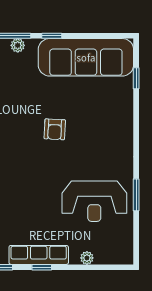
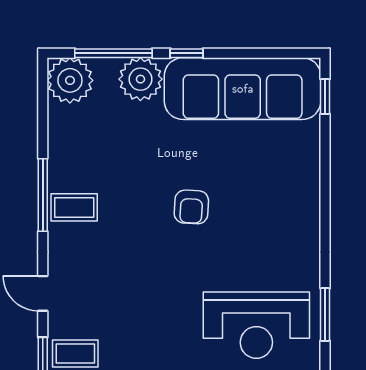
plant: (18, 45) -> (140, 79), width x1.88, depth x1.88
window: (136, 78) -> (325, 96), moved

